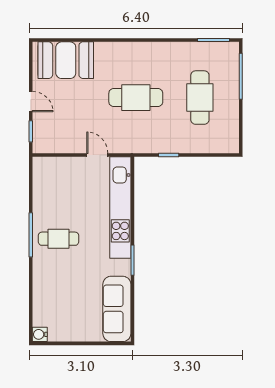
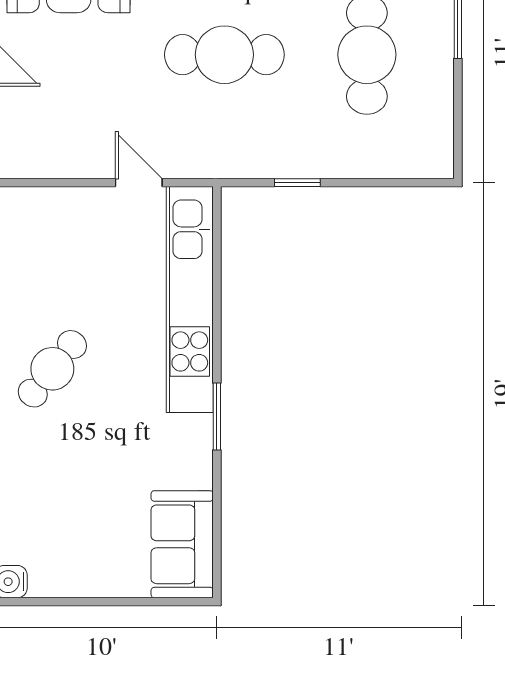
cafe table: (58, 239) -> (52, 369), turned -51
sofa: (117, 309) -> (182, 544), width x0.73

